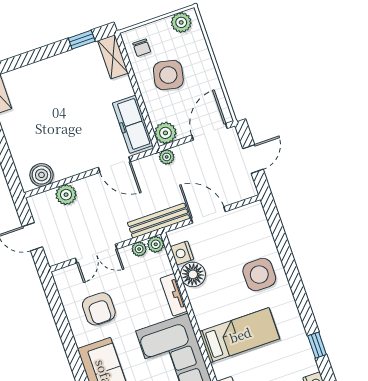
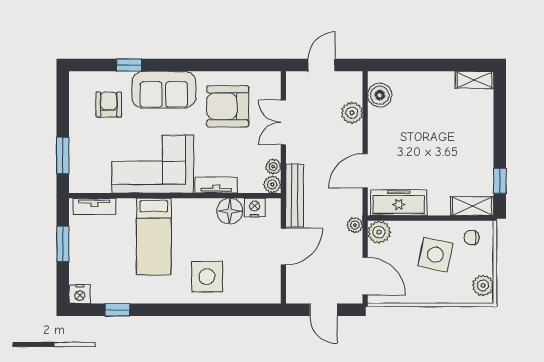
armchair: (99, 309) -> (228, 106), width x1.36, depth x1.36

